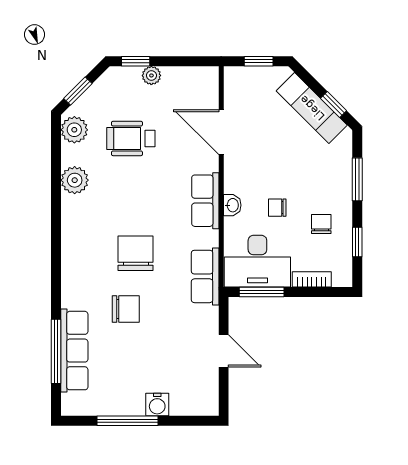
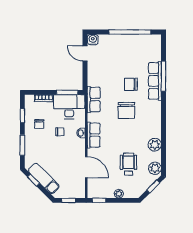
window: (136, 61) -> (99, 200), moved
wheelchair: (131, 138) -> (128, 164), turned -90
window: (56, 351) -> (163, 76), moved
row of seats: (74, 351) -> (155, 81), moved
door: (224, 351) -> (85, 53), moved
water cooler: (157, 404) -> (93, 40), moved
window: (128, 421) -> (130, 32), width x1.46

